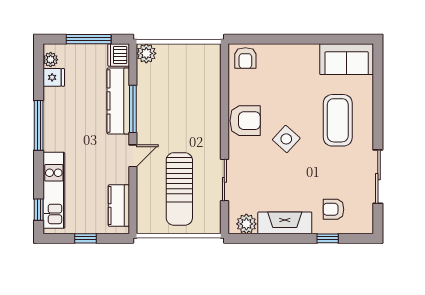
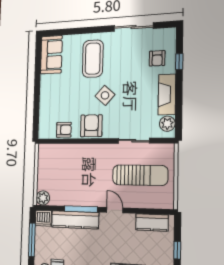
armchair: (245, 58) -> (64, 130), moved
coffee table: (338, 120) -> (93, 59), turned 90

